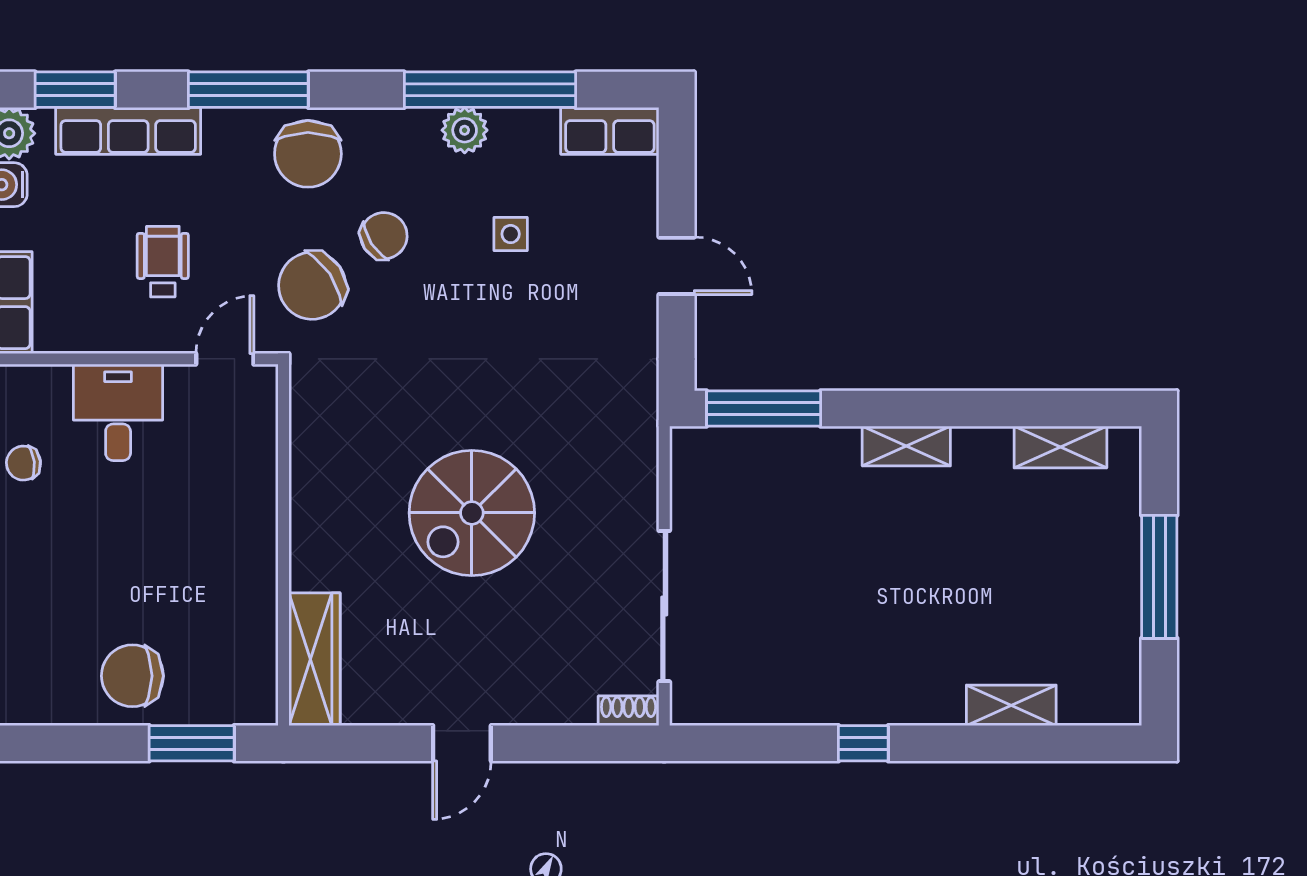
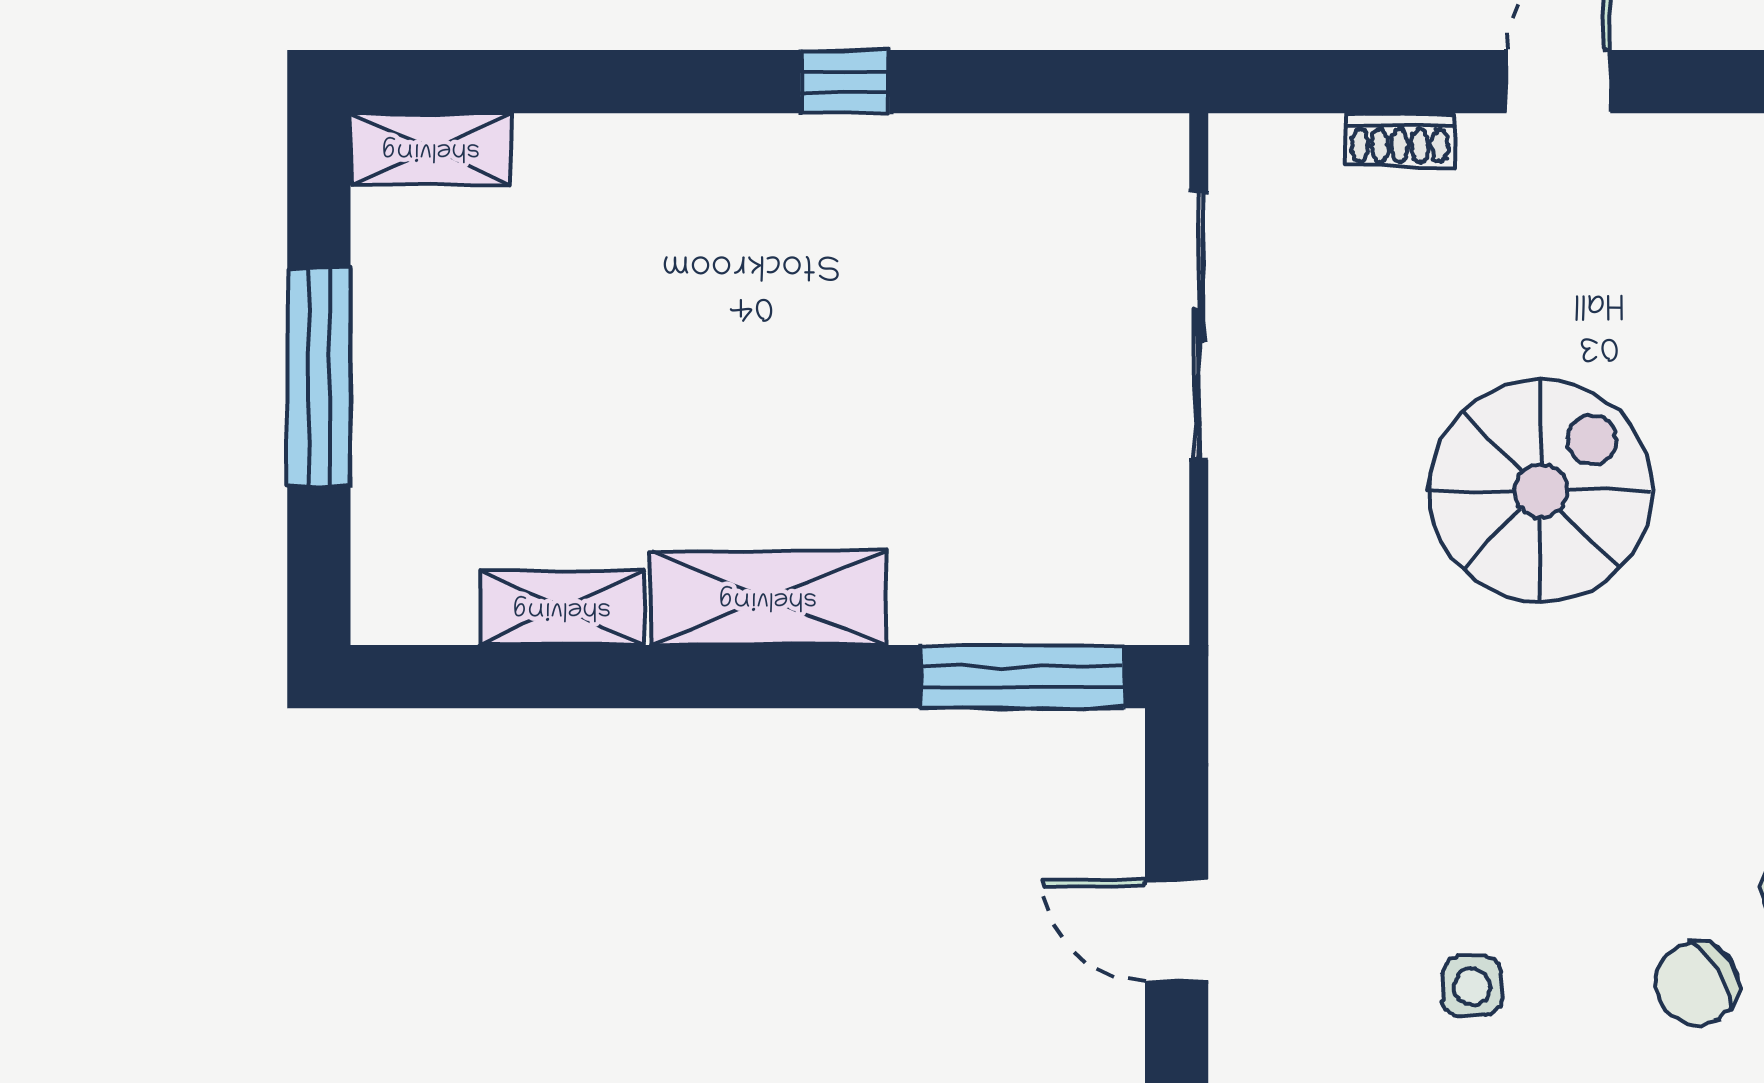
shelving: (906, 446) -> (768, 598), width x1.50, depth x1.33
shelving: (1060, 447) -> (562, 608), moved
shelving: (1011, 705) -> (431, 149), moved
shoe rack: (629, 711) -> (1400, 139), moved

